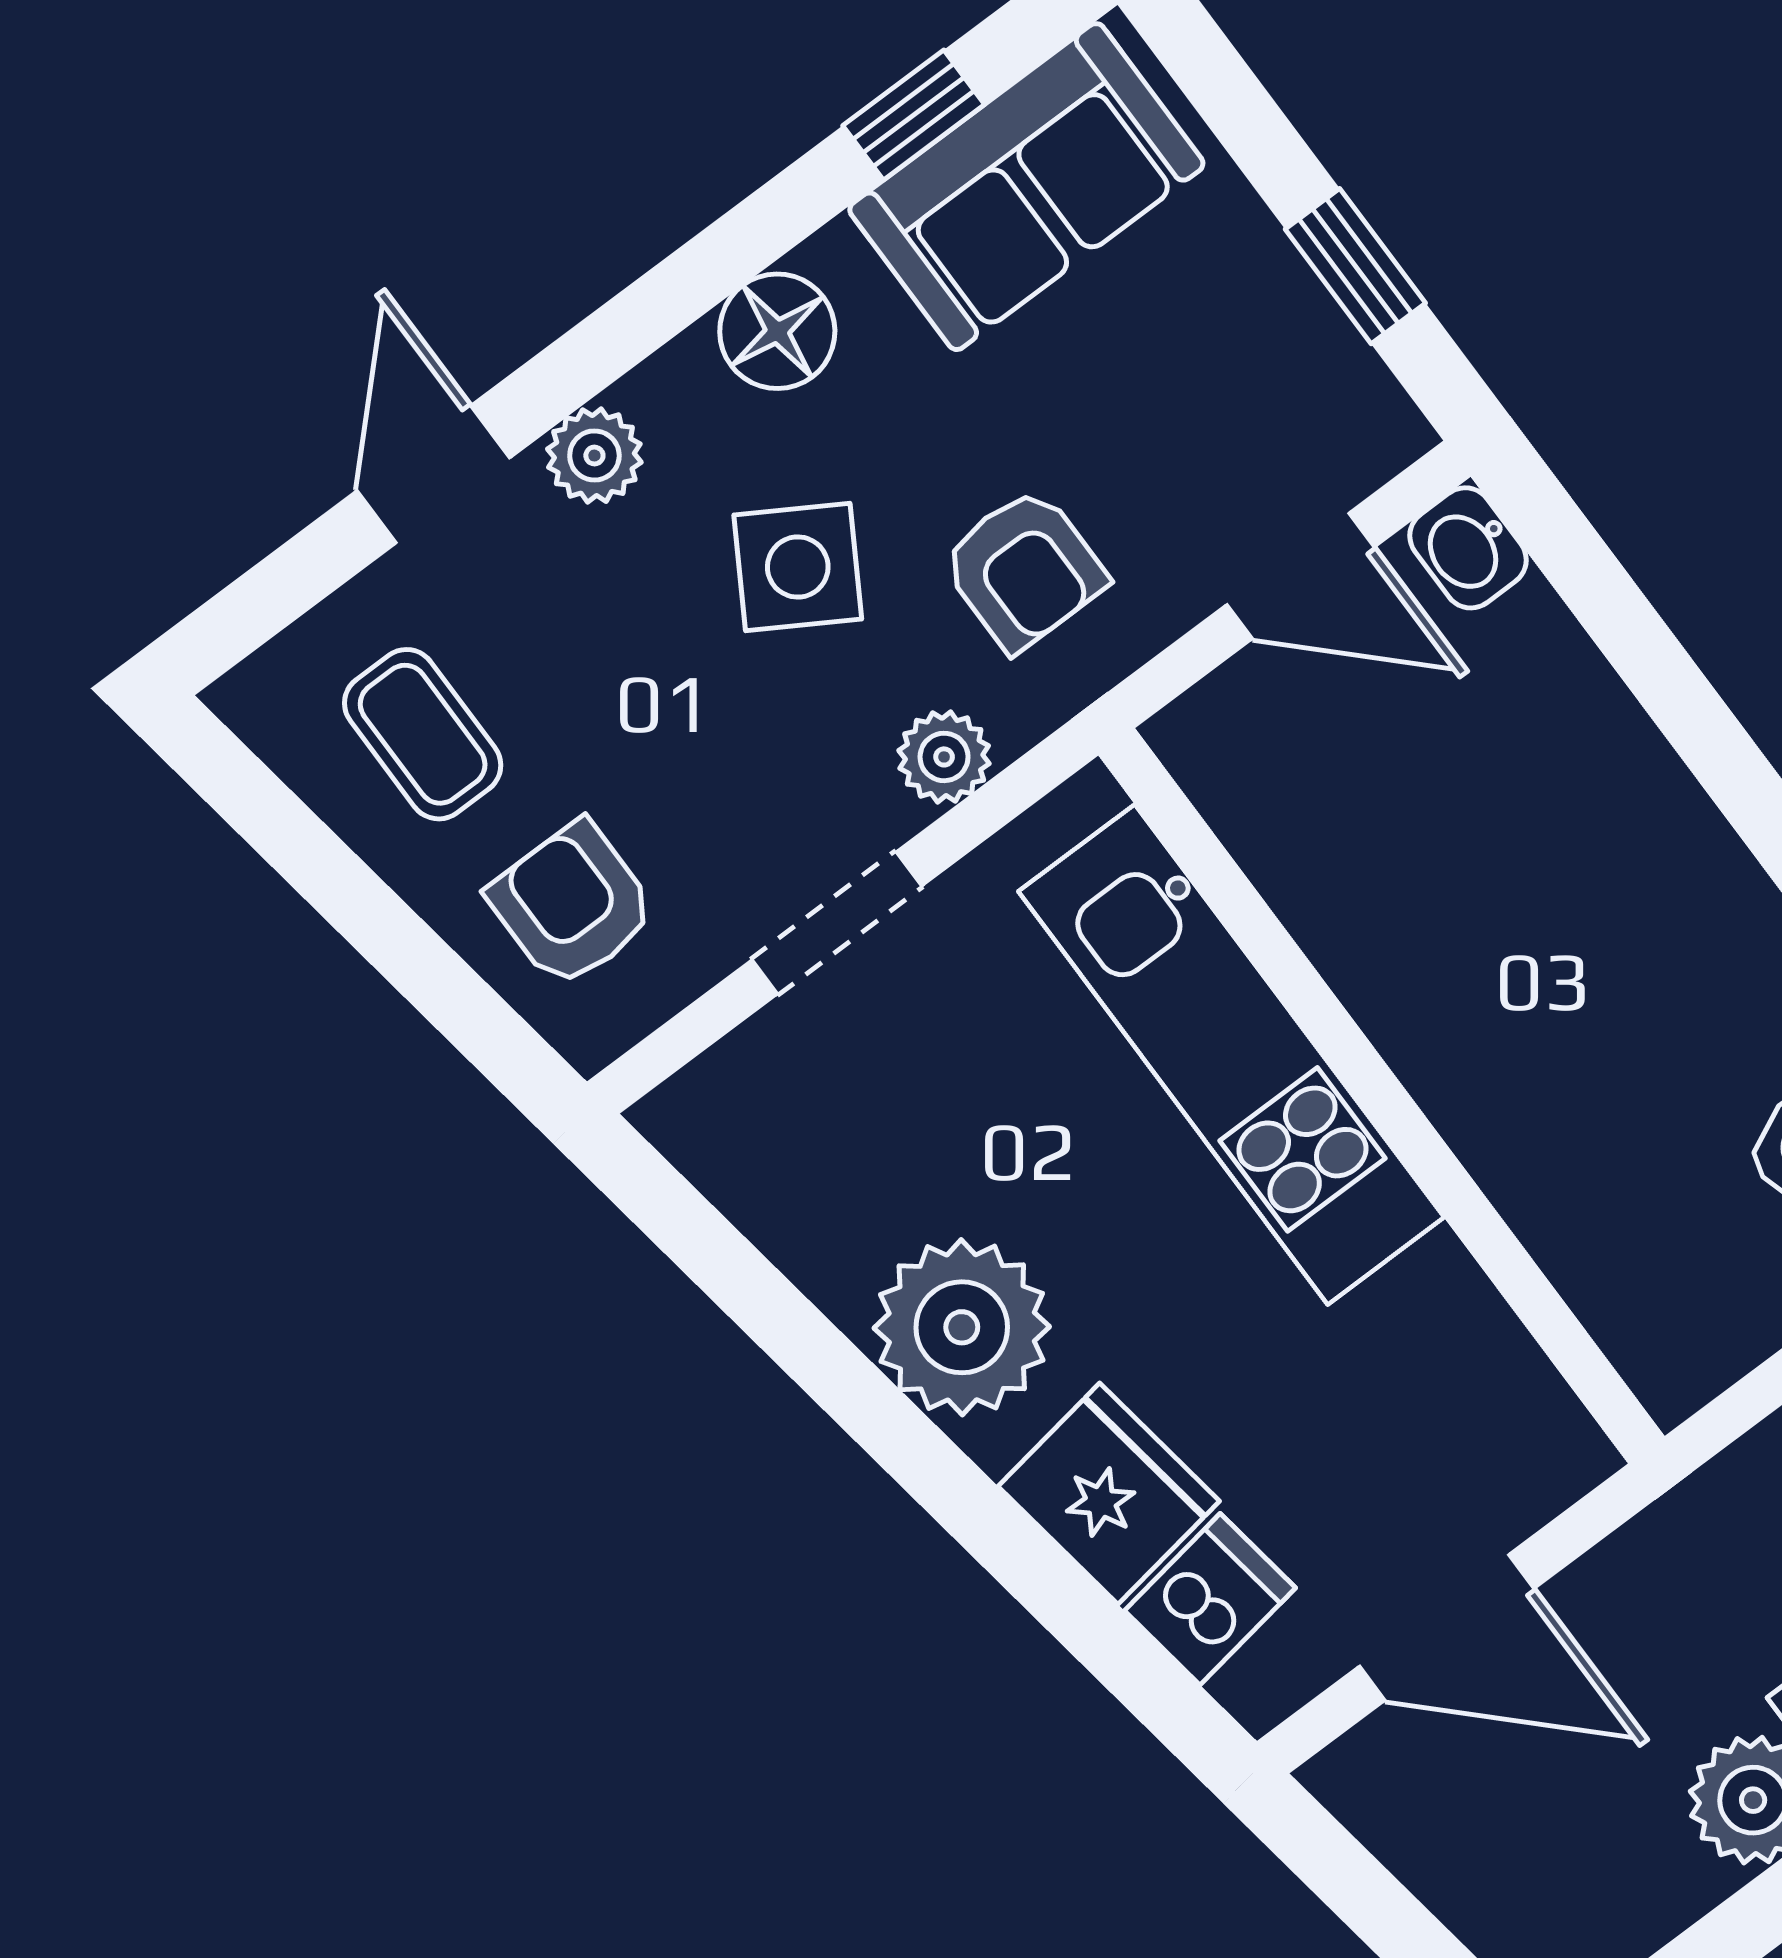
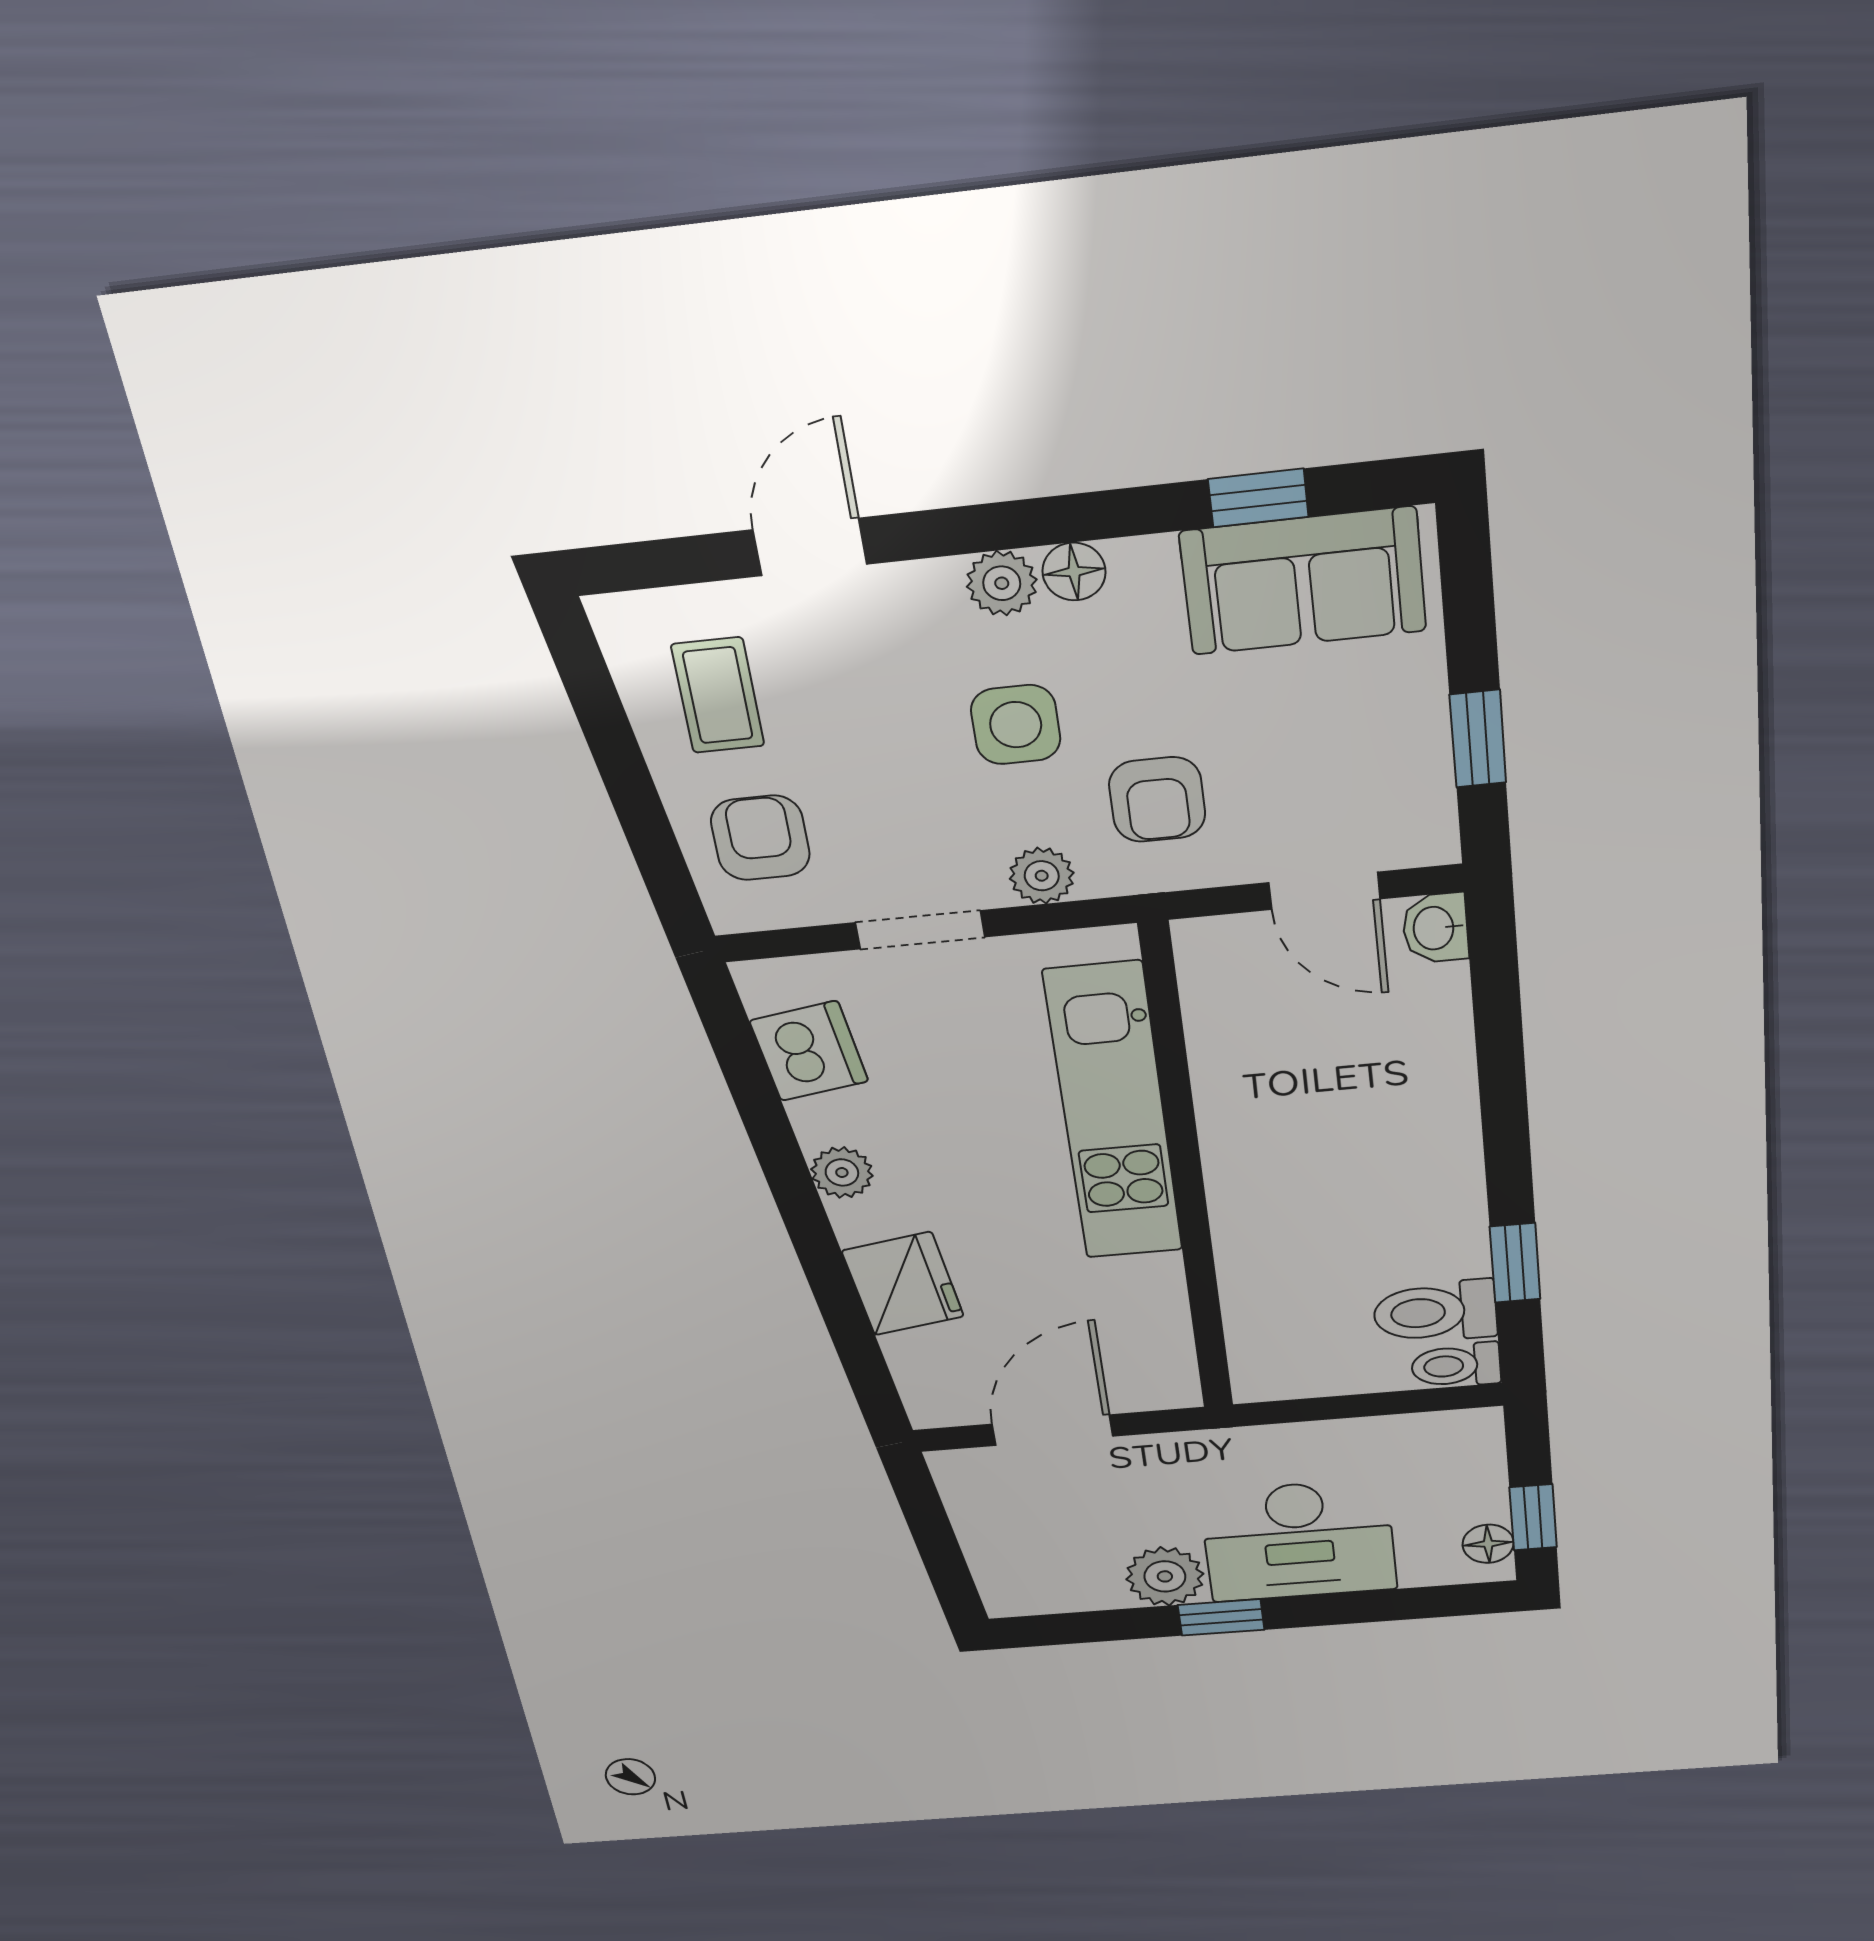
floor lamp: (777, 331) -> (1074, 572), width x0.73, depth x0.73
plant: (594, 456) -> (1002, 583), moved
side table: (798, 567) -> (1016, 725), turned -31
plant: (962, 1327) -> (842, 1172), width x0.53, depth x0.53
dishwasher: (1210, 1599) -> (809, 1051), moved, width x1.38
door: (1447, 1627) -> (1052, 1430), swing flipped

